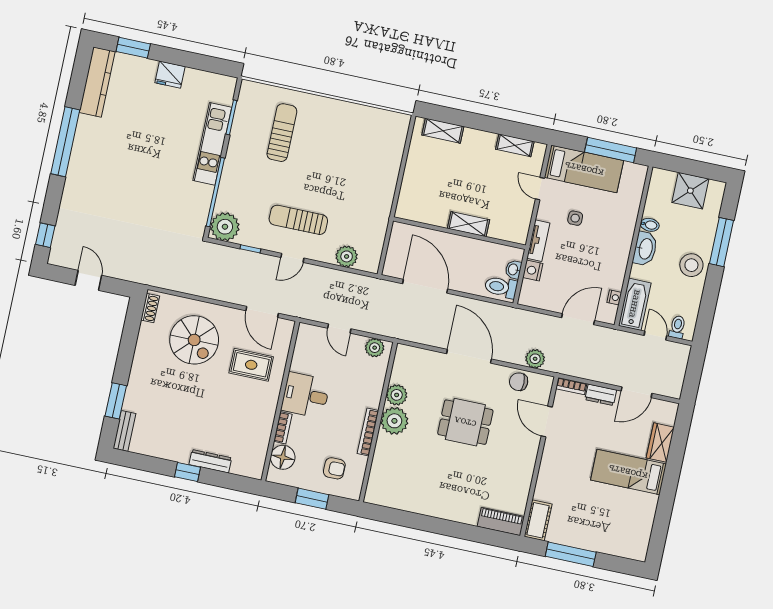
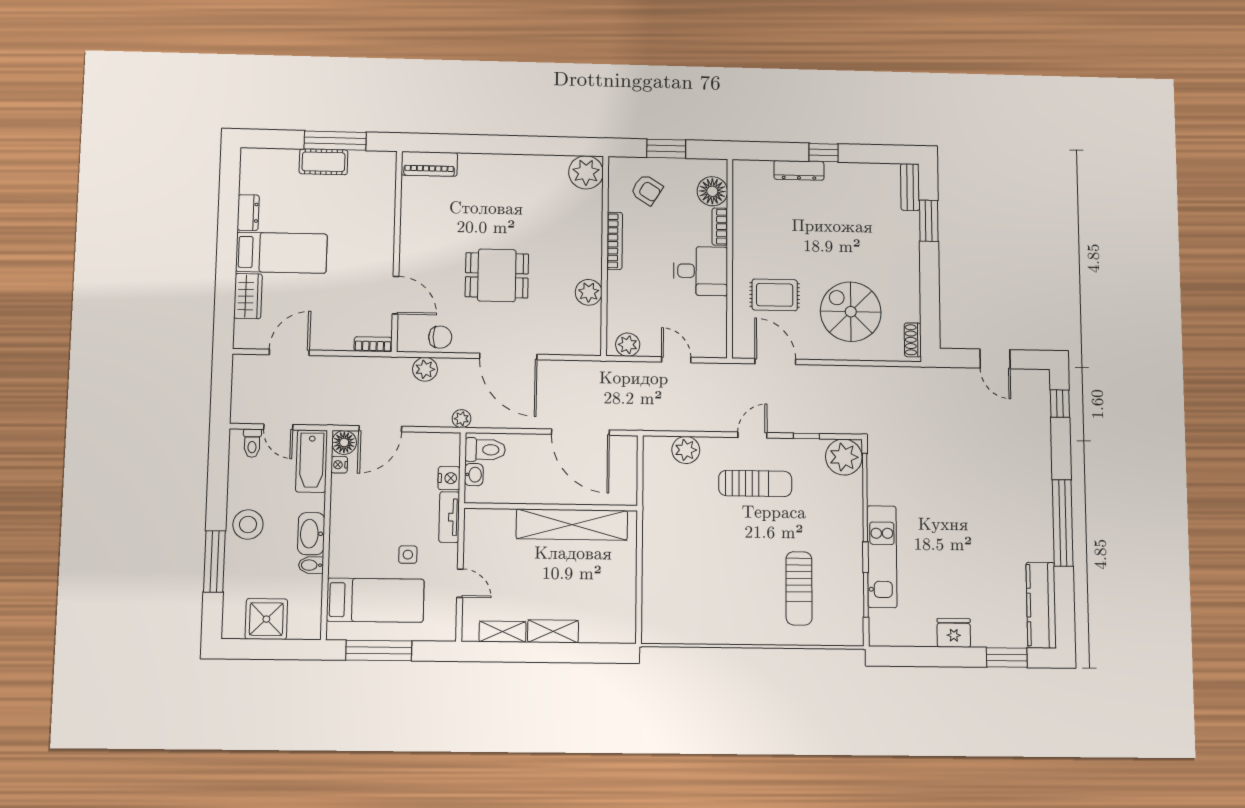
shelving: (443, 131) -> (553, 631), moved
bed: (584, 169) -> (375, 600), moved, turned 180
shelving: (468, 224) -> (572, 525), width x2.20, depth x1.33
floor lamp: (607, 314) -> (344, 442), added
plant: (514, 315) -> (461, 419), added
dresser: (601, 395) -> (248, 213), moved, turned 90
plant: (394, 421) -> (586, 172), moved
armchair: (334, 468) -> (647, 190), turned -148
cot: (538, 520) -> (324, 162), moved, turned 90

